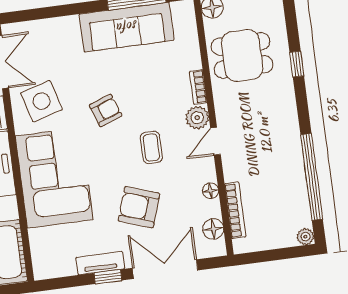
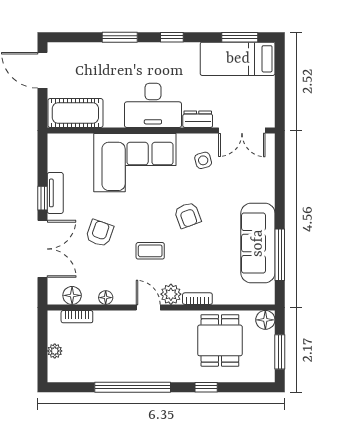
side table: (41, 101) -> (203, 160), width x0.54, depth x0.54
window: (312, 177) -> (133, 387), moved
armchair: (139, 207) -> (100, 233), width x0.72, depth x0.72
bookcase: (235, 210) -> (77, 317), width x0.64
plant: (305, 237) -> (55, 351), moved

